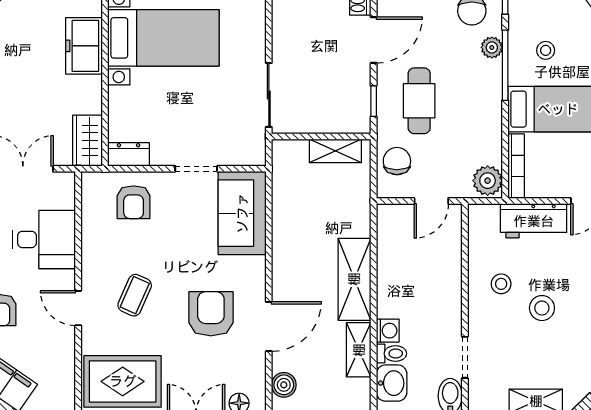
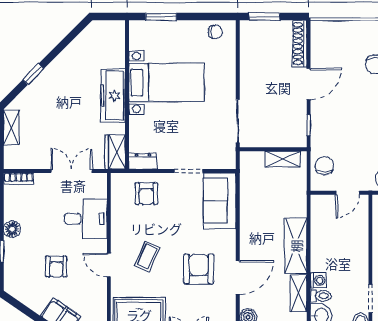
freezer: (84, 46) -> (113, 96), width x1.40
cafe table: (419, 101) -> (339, 125), removed

